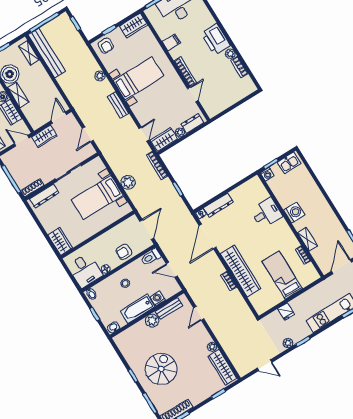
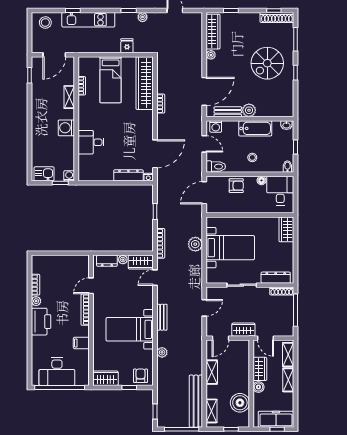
shelving: (18, 95) -> (212, 372), moved
wardrobe: (241, 271) -> (145, 83), moved
washing machine: (158, 299) -> (216, 126), moved
door: (199, 313) -> (204, 91), width x1.87

